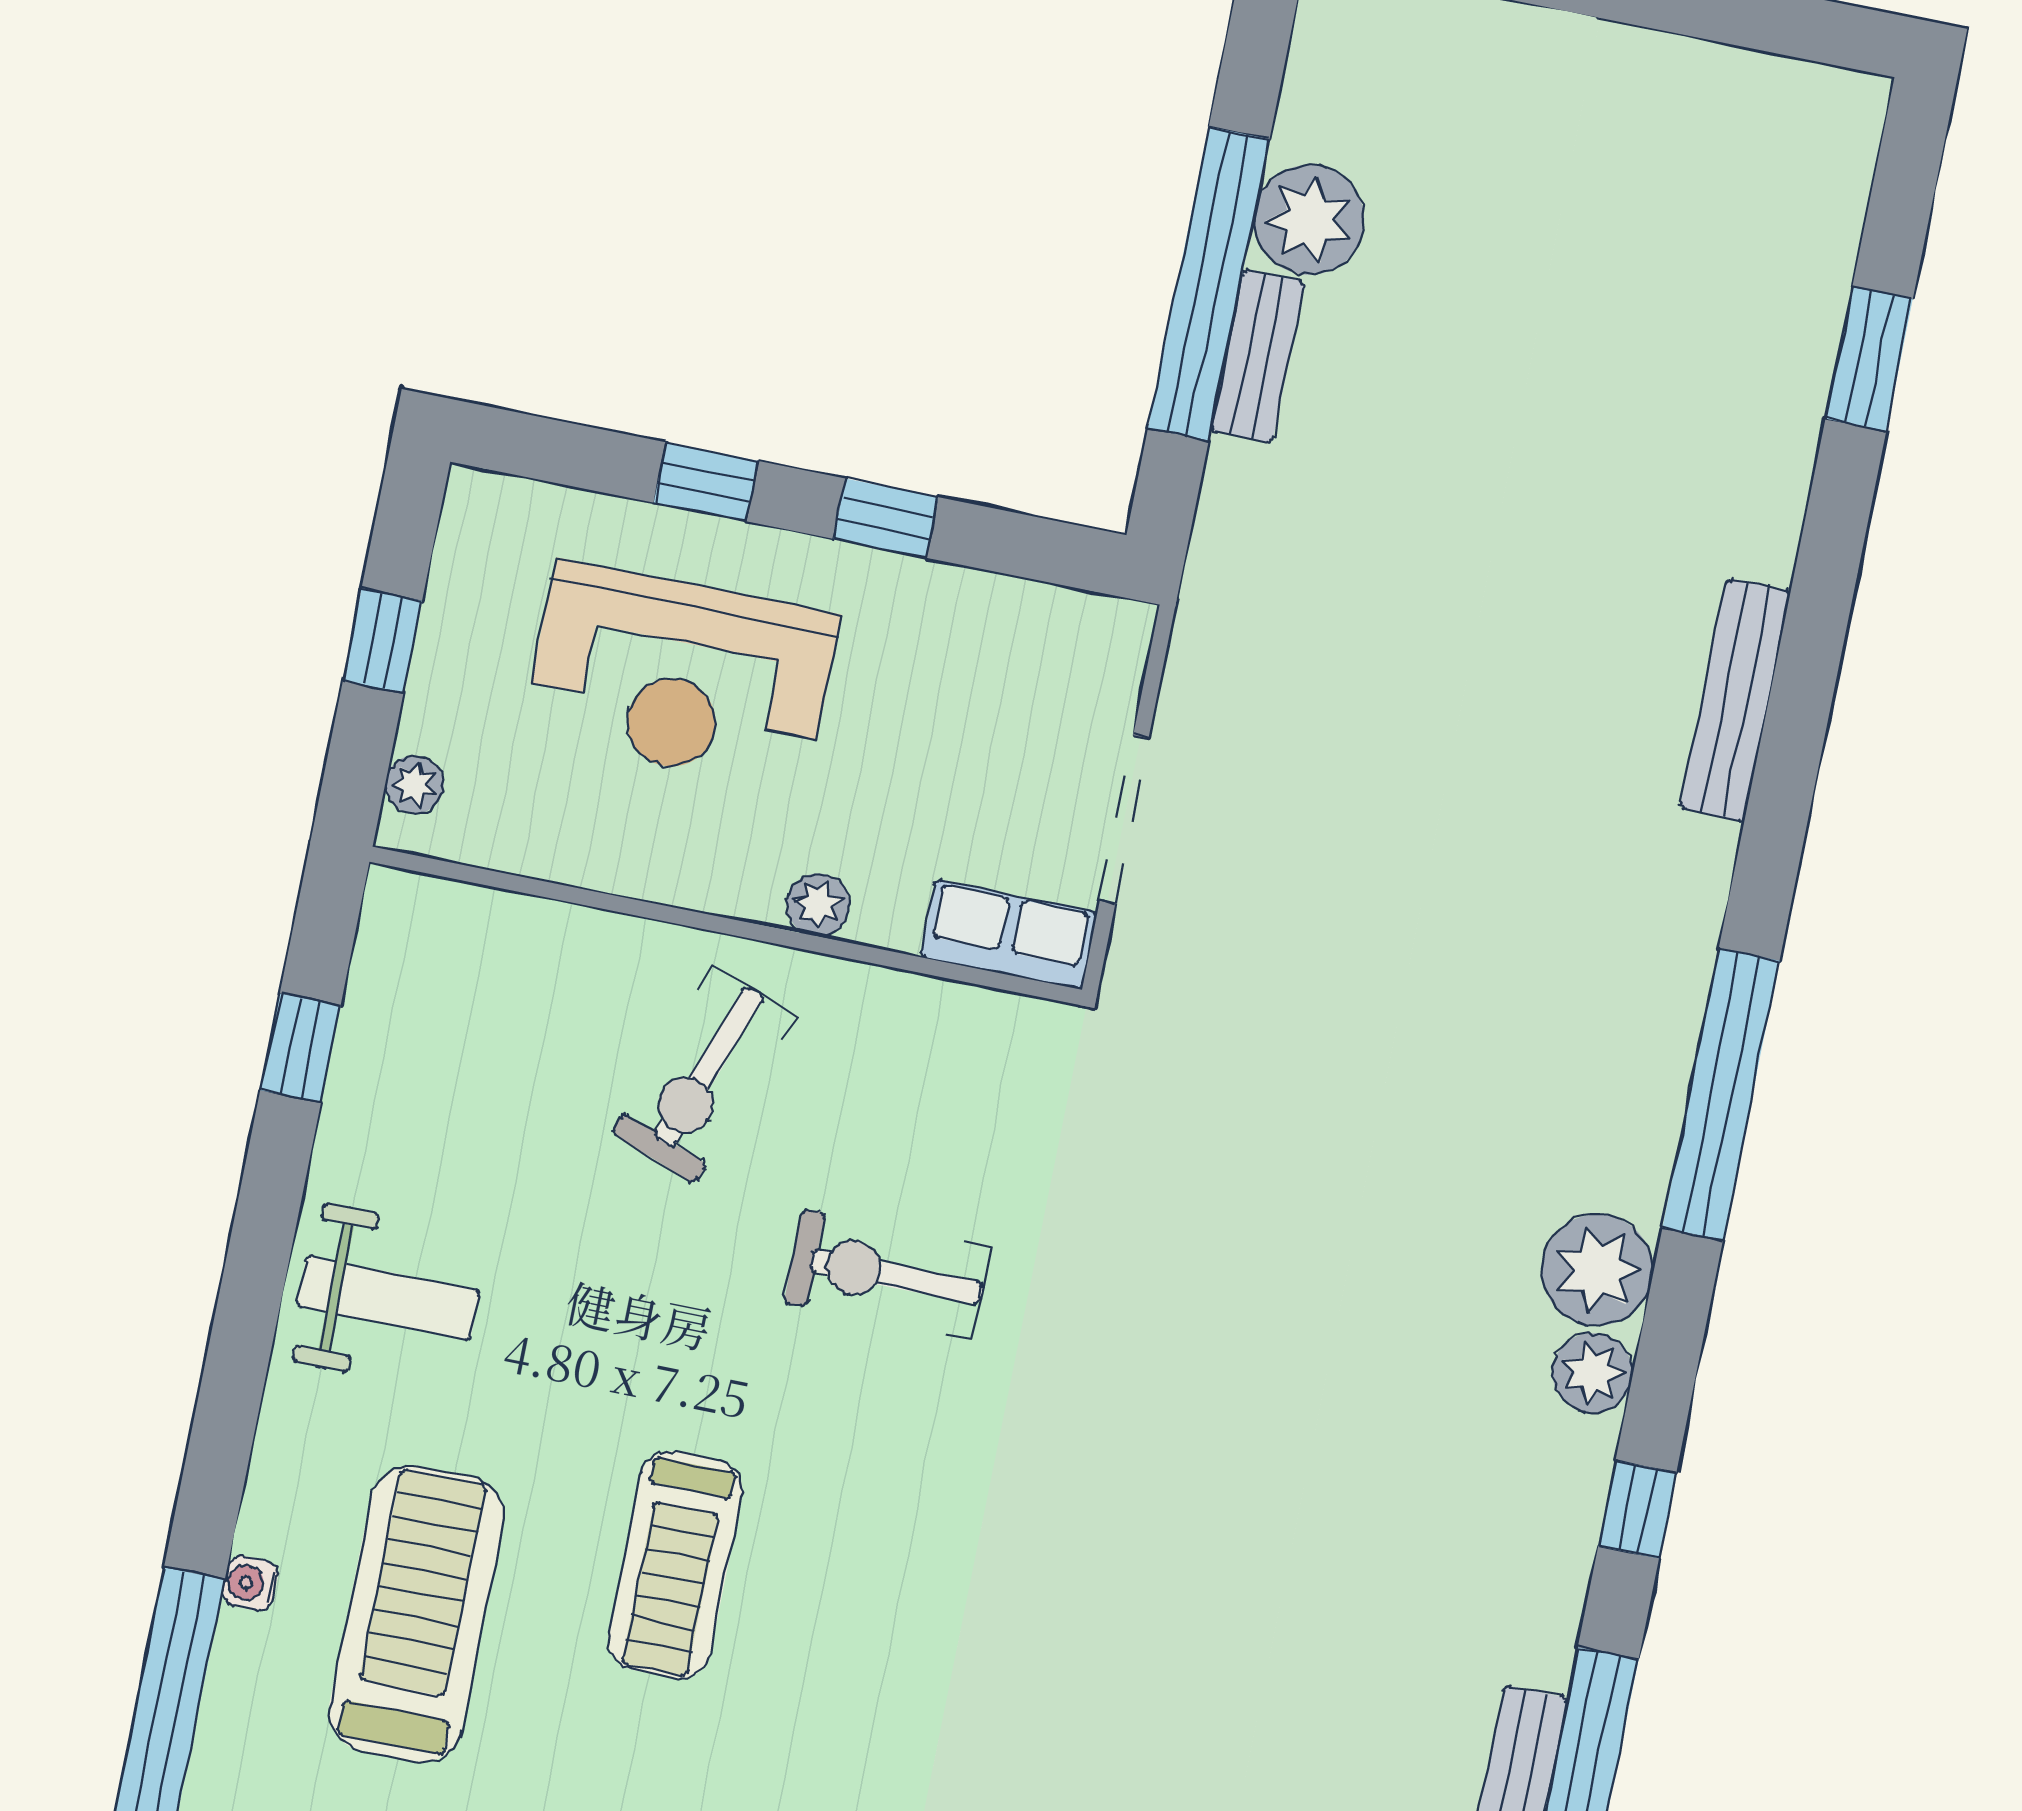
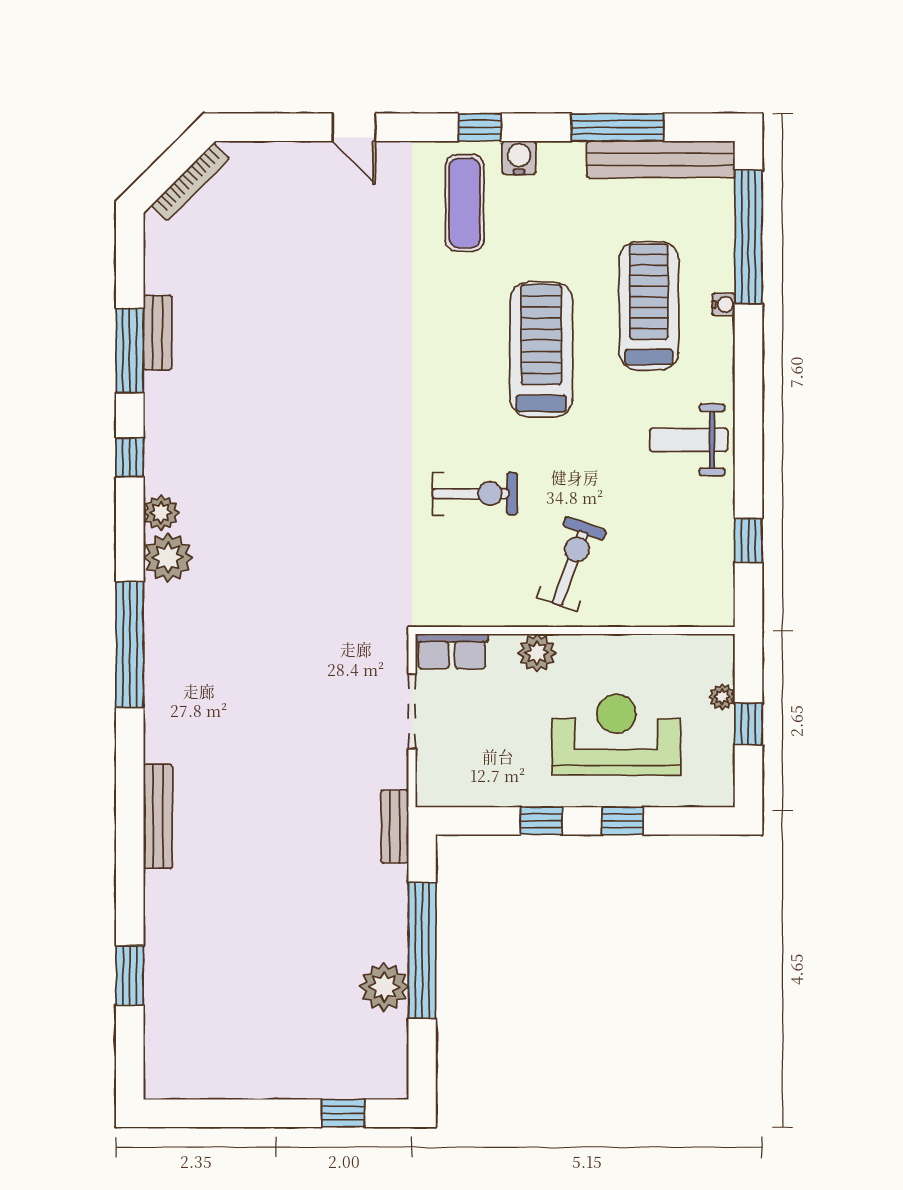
bench: (1258, 356) -> (395, 826), moved
plant: (414, 785) -> (722, 697), moved
plant: (818, 905) -> (537, 653), width x1.38, depth x1.38
treadmill: (675, 1565) -> (541, 350), width x1.37, depth x1.38
treadmill: (416, 1614) -> (649, 306), turned 180

